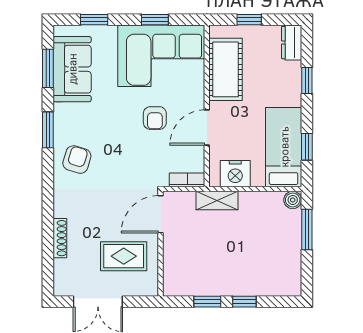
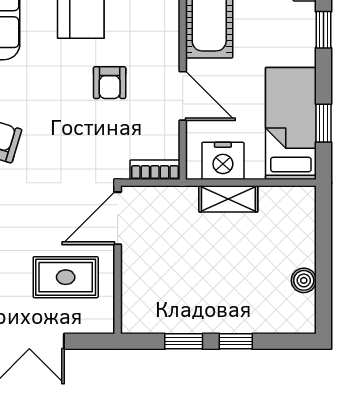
door: (207, 127) -> (183, 96), swing flipped
boiler: (293, 200) -> (304, 280), moved
shelving: (217, 201) -> (228, 199), moved
window: (307, 229) -> (324, 239), removed

